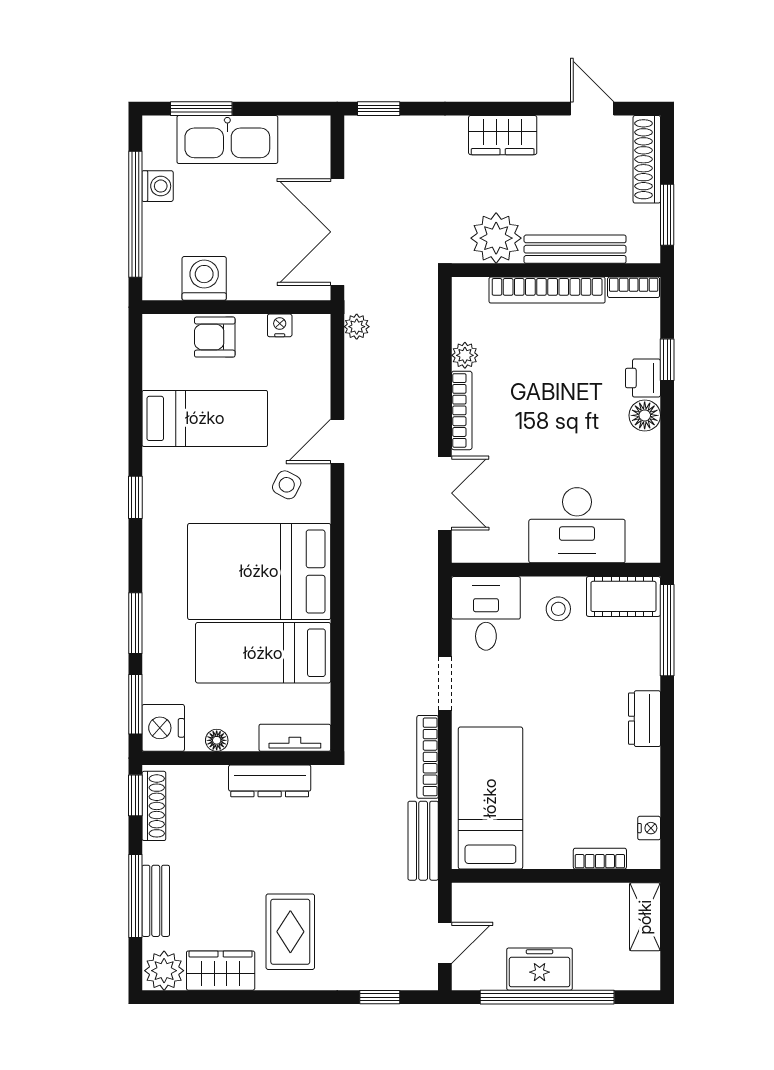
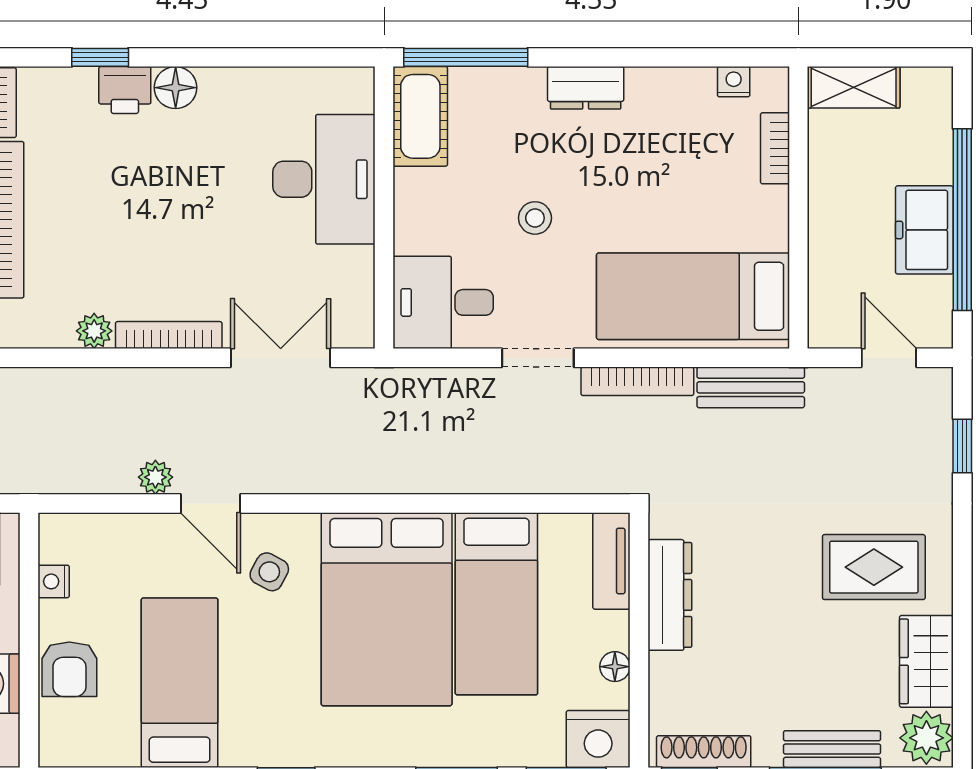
plant: (357, 327) -> (155, 477), moved
stool: (558, 609) -> (535, 218), moved

